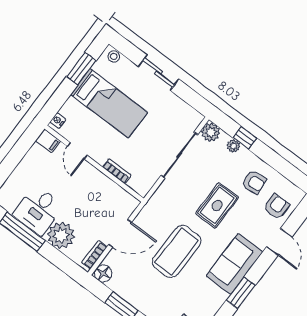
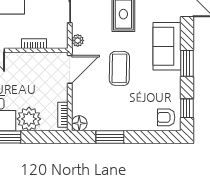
plant: (158, 198) -> (78, 40), added
door: (120, 233) -> (70, 69), moved
coffee table: (177, 251) -> (119, 68), width x0.73, depth x0.76

